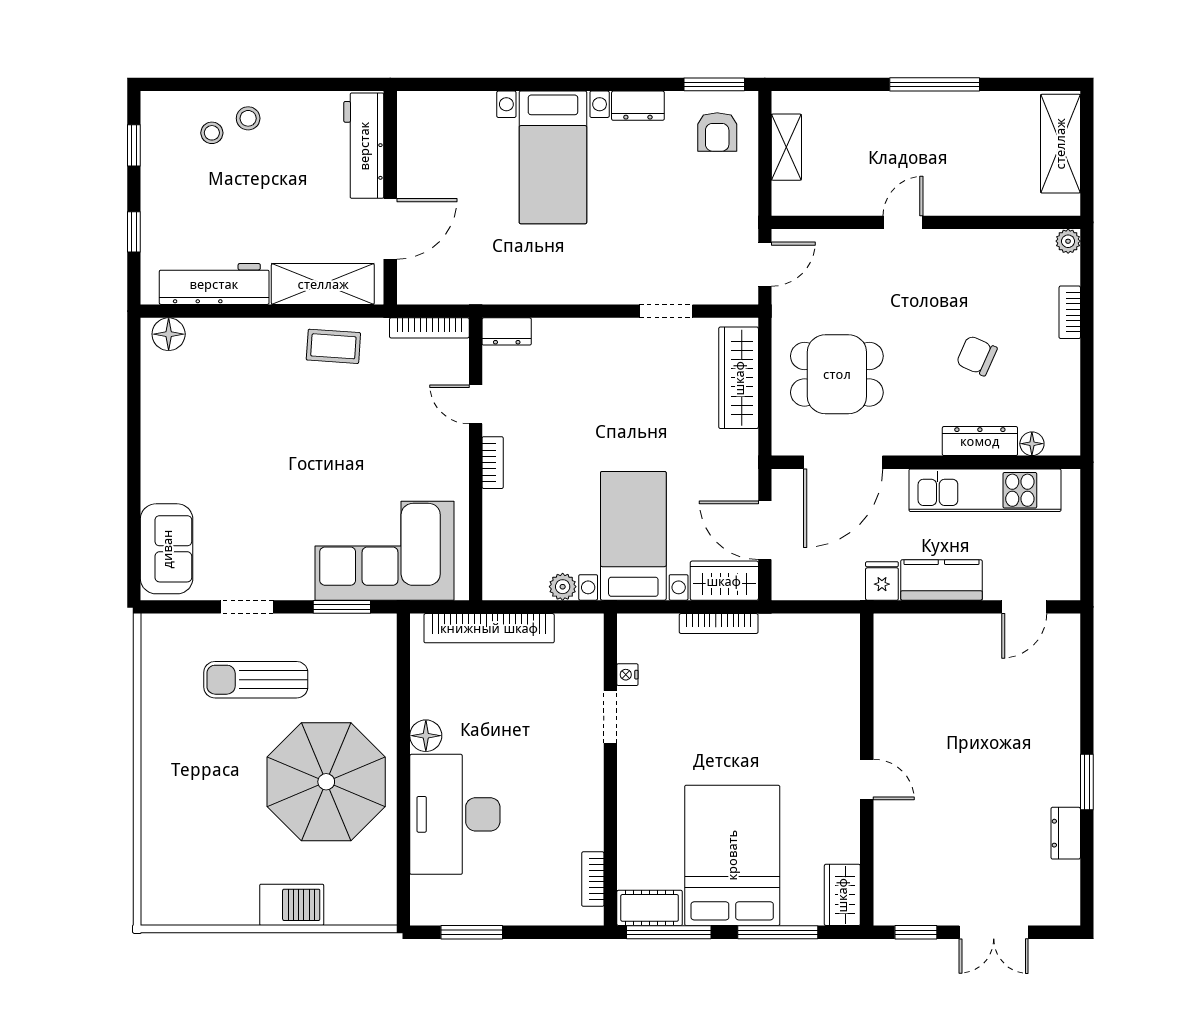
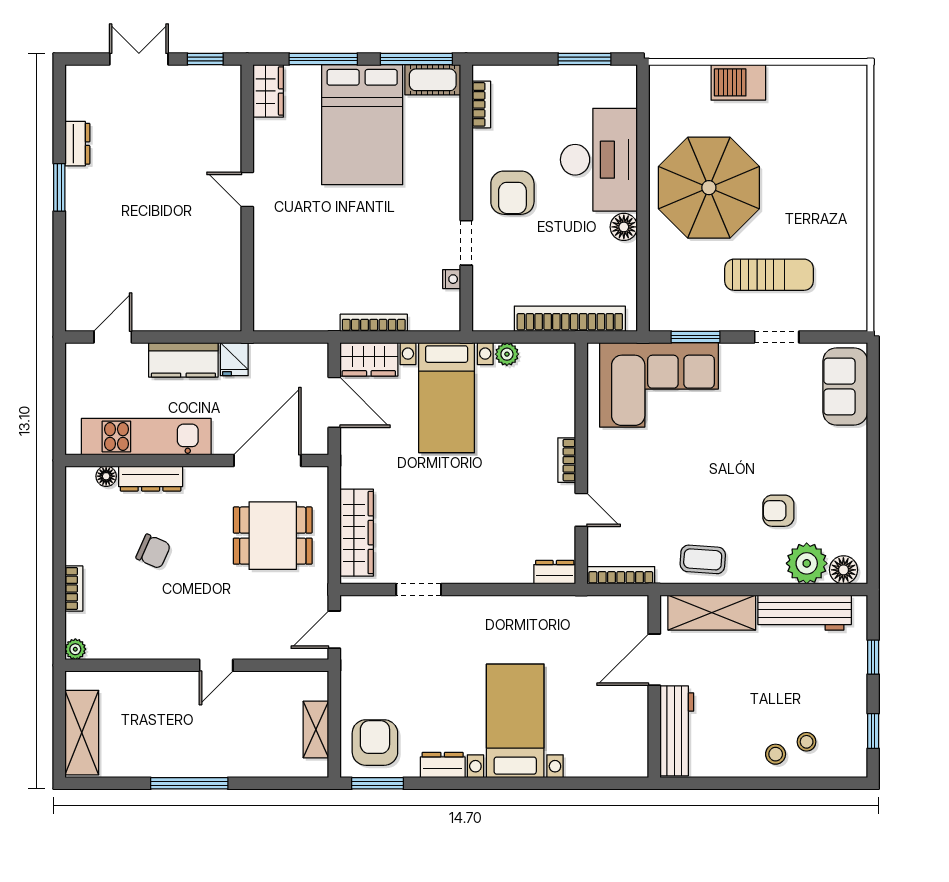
armchair: (717, 132) -> (375, 743), width x1.38, depth x1.38
plant: (212, 342) -> (807, 563), added
armchair: (245, 403) -> (778, 511), added
armchair: (556, 776) -> (512, 193), added

